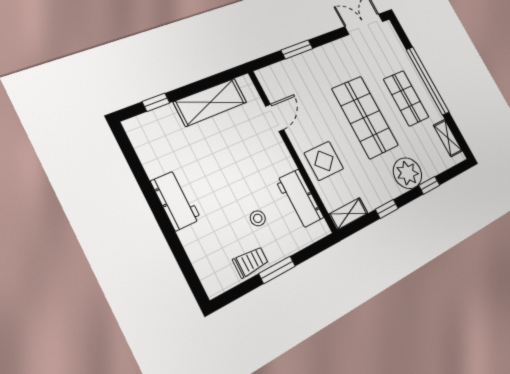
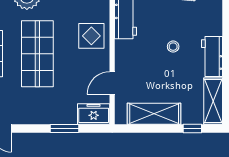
freezer: (276, 76) -> (94, 114), added
shelving: (147, 145) -> (213, 101), added
stool: (258, 218) -> (173, 47), moved

